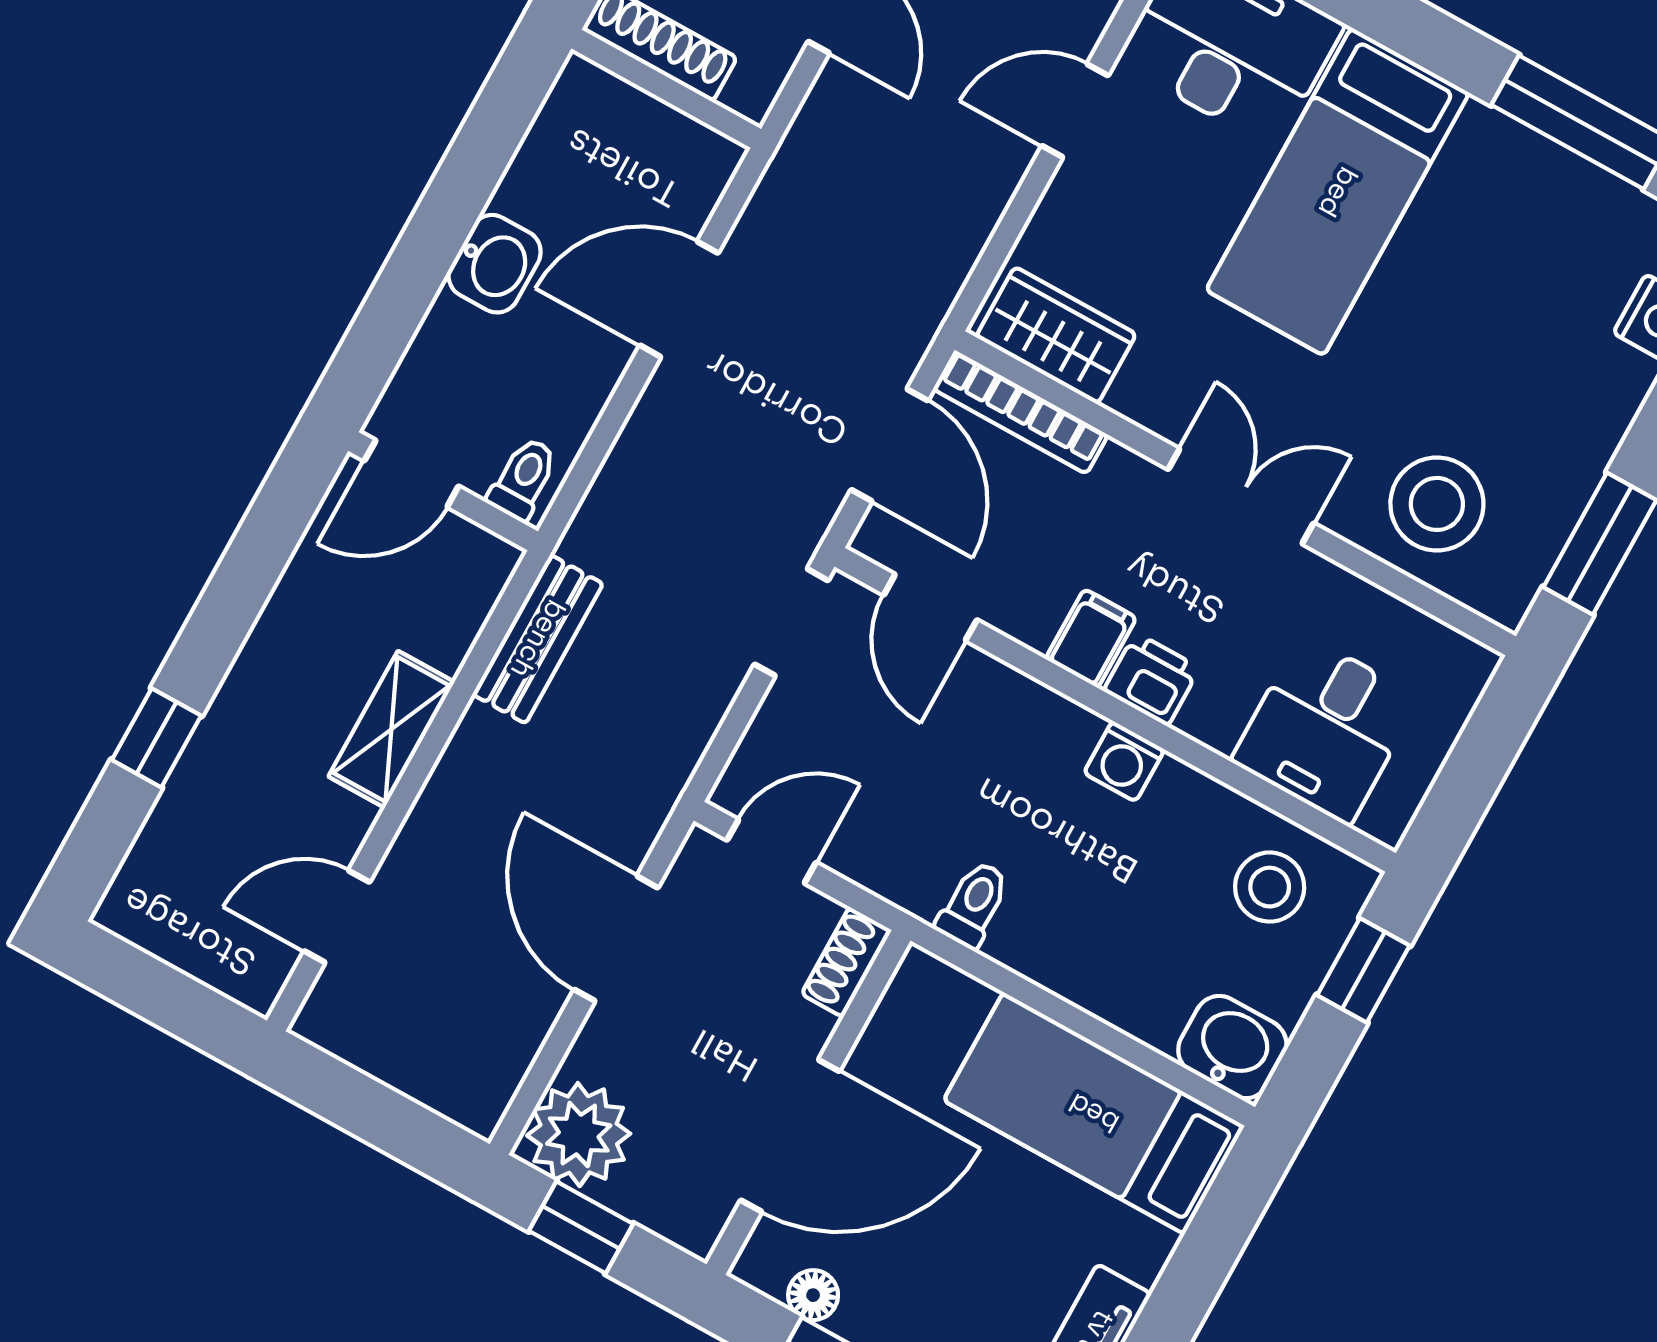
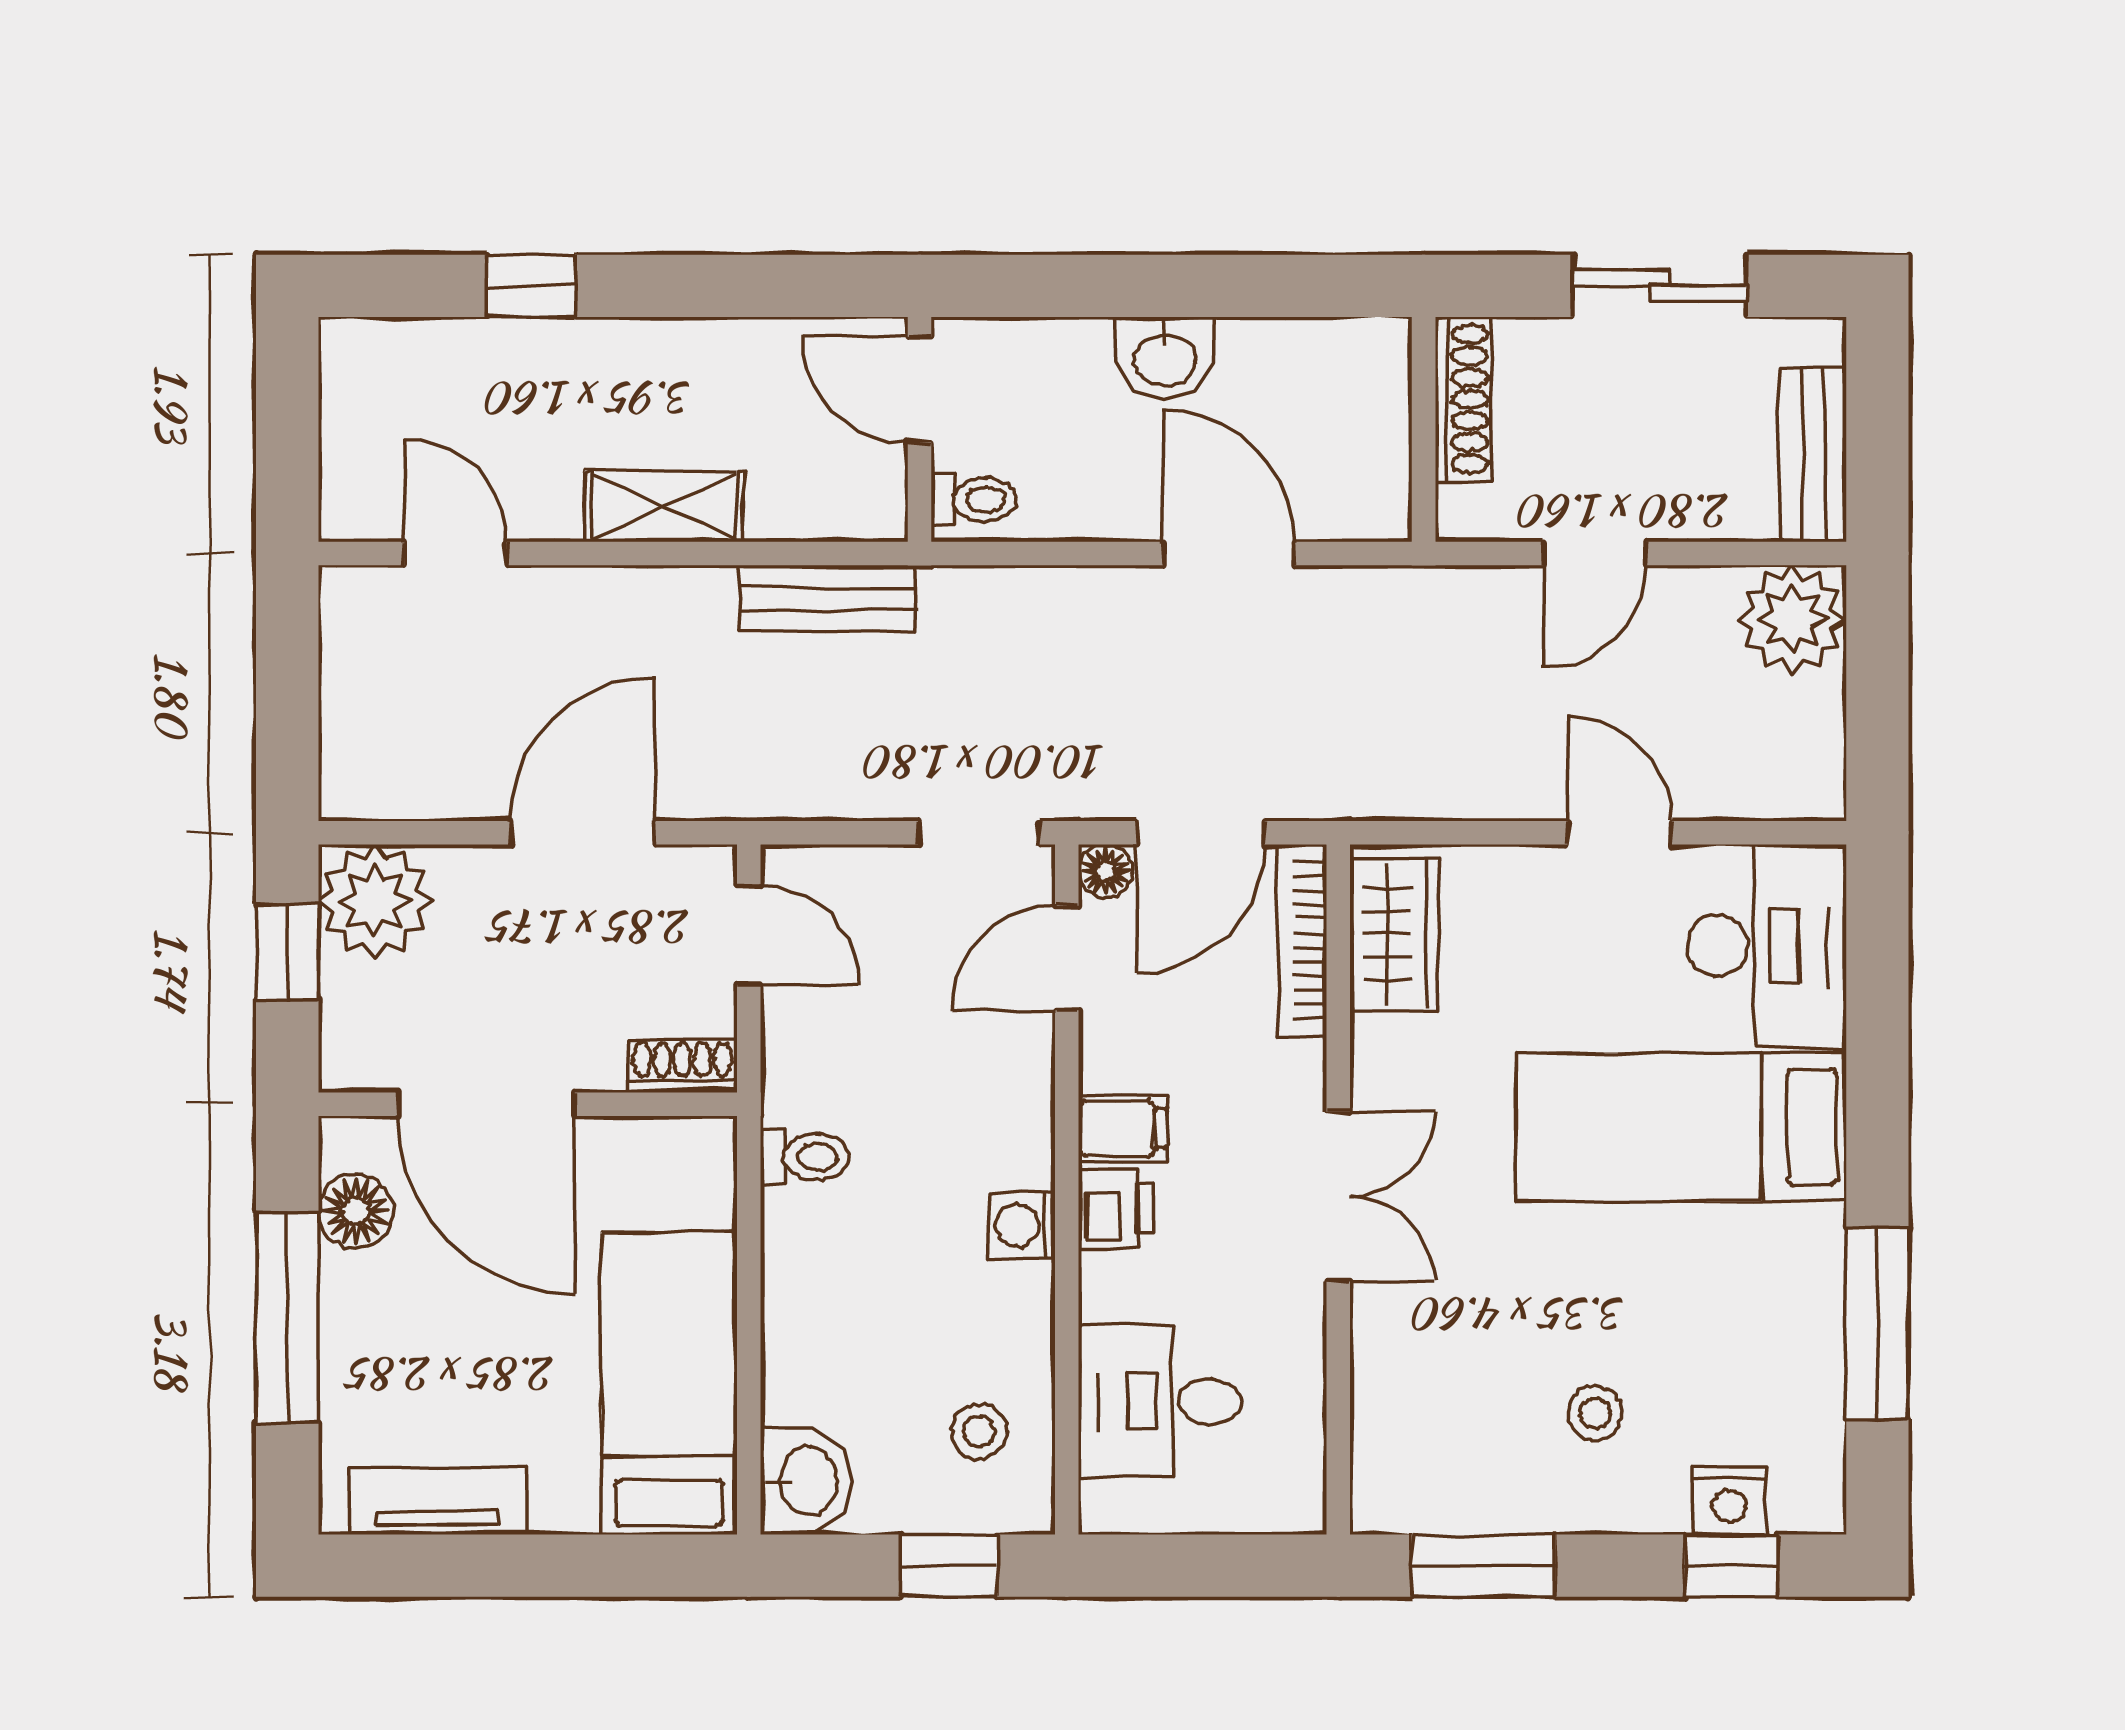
stool: (1437, 504) -> (1595, 1413), moved, width x0.53, depth x0.53
floor lamp: (878, 538) -> (1105, 871), added
stool: (1270, 887) -> (979, 1432), width x0.73, depth x0.73
floor lamp: (813, 1295) -> (356, 1211), width x1.37, depth x1.37

